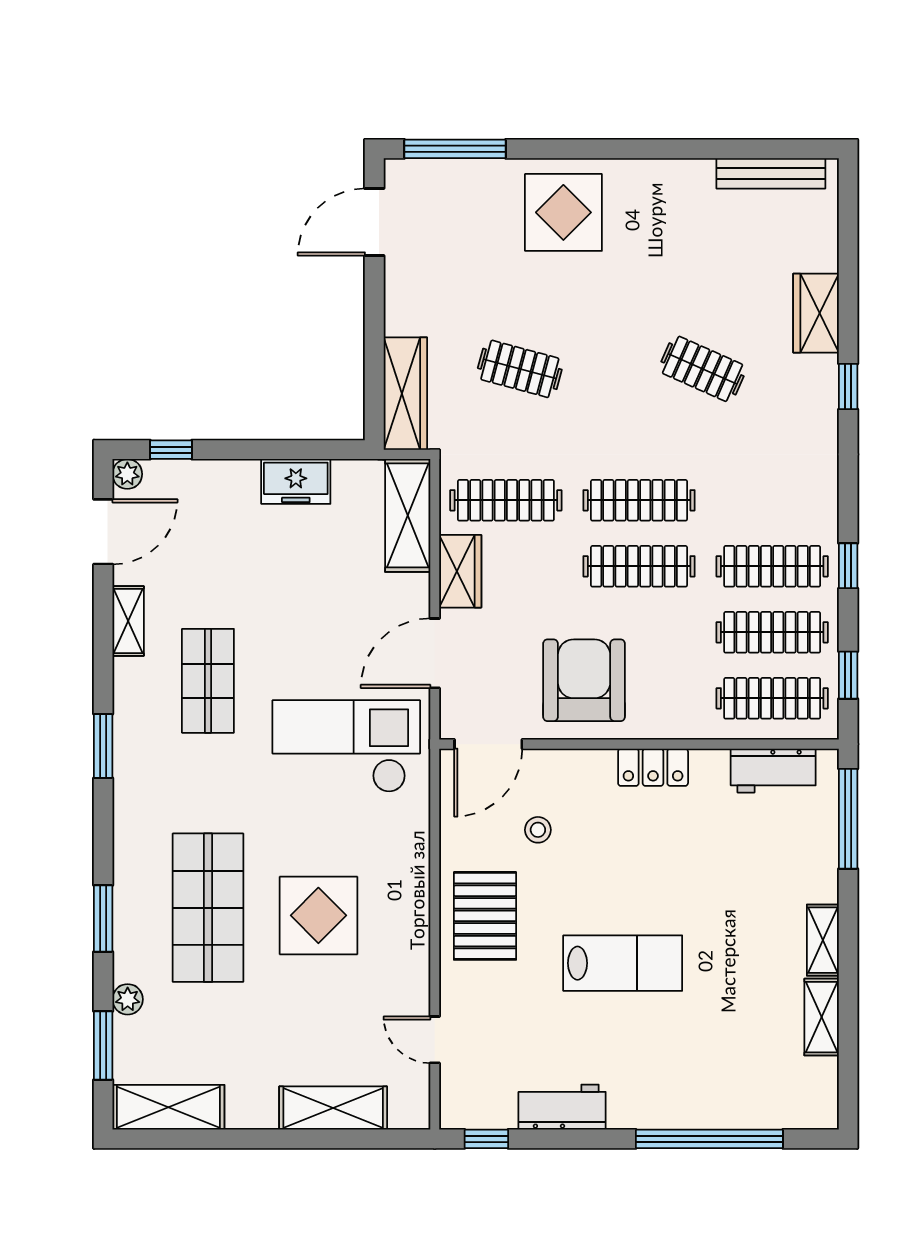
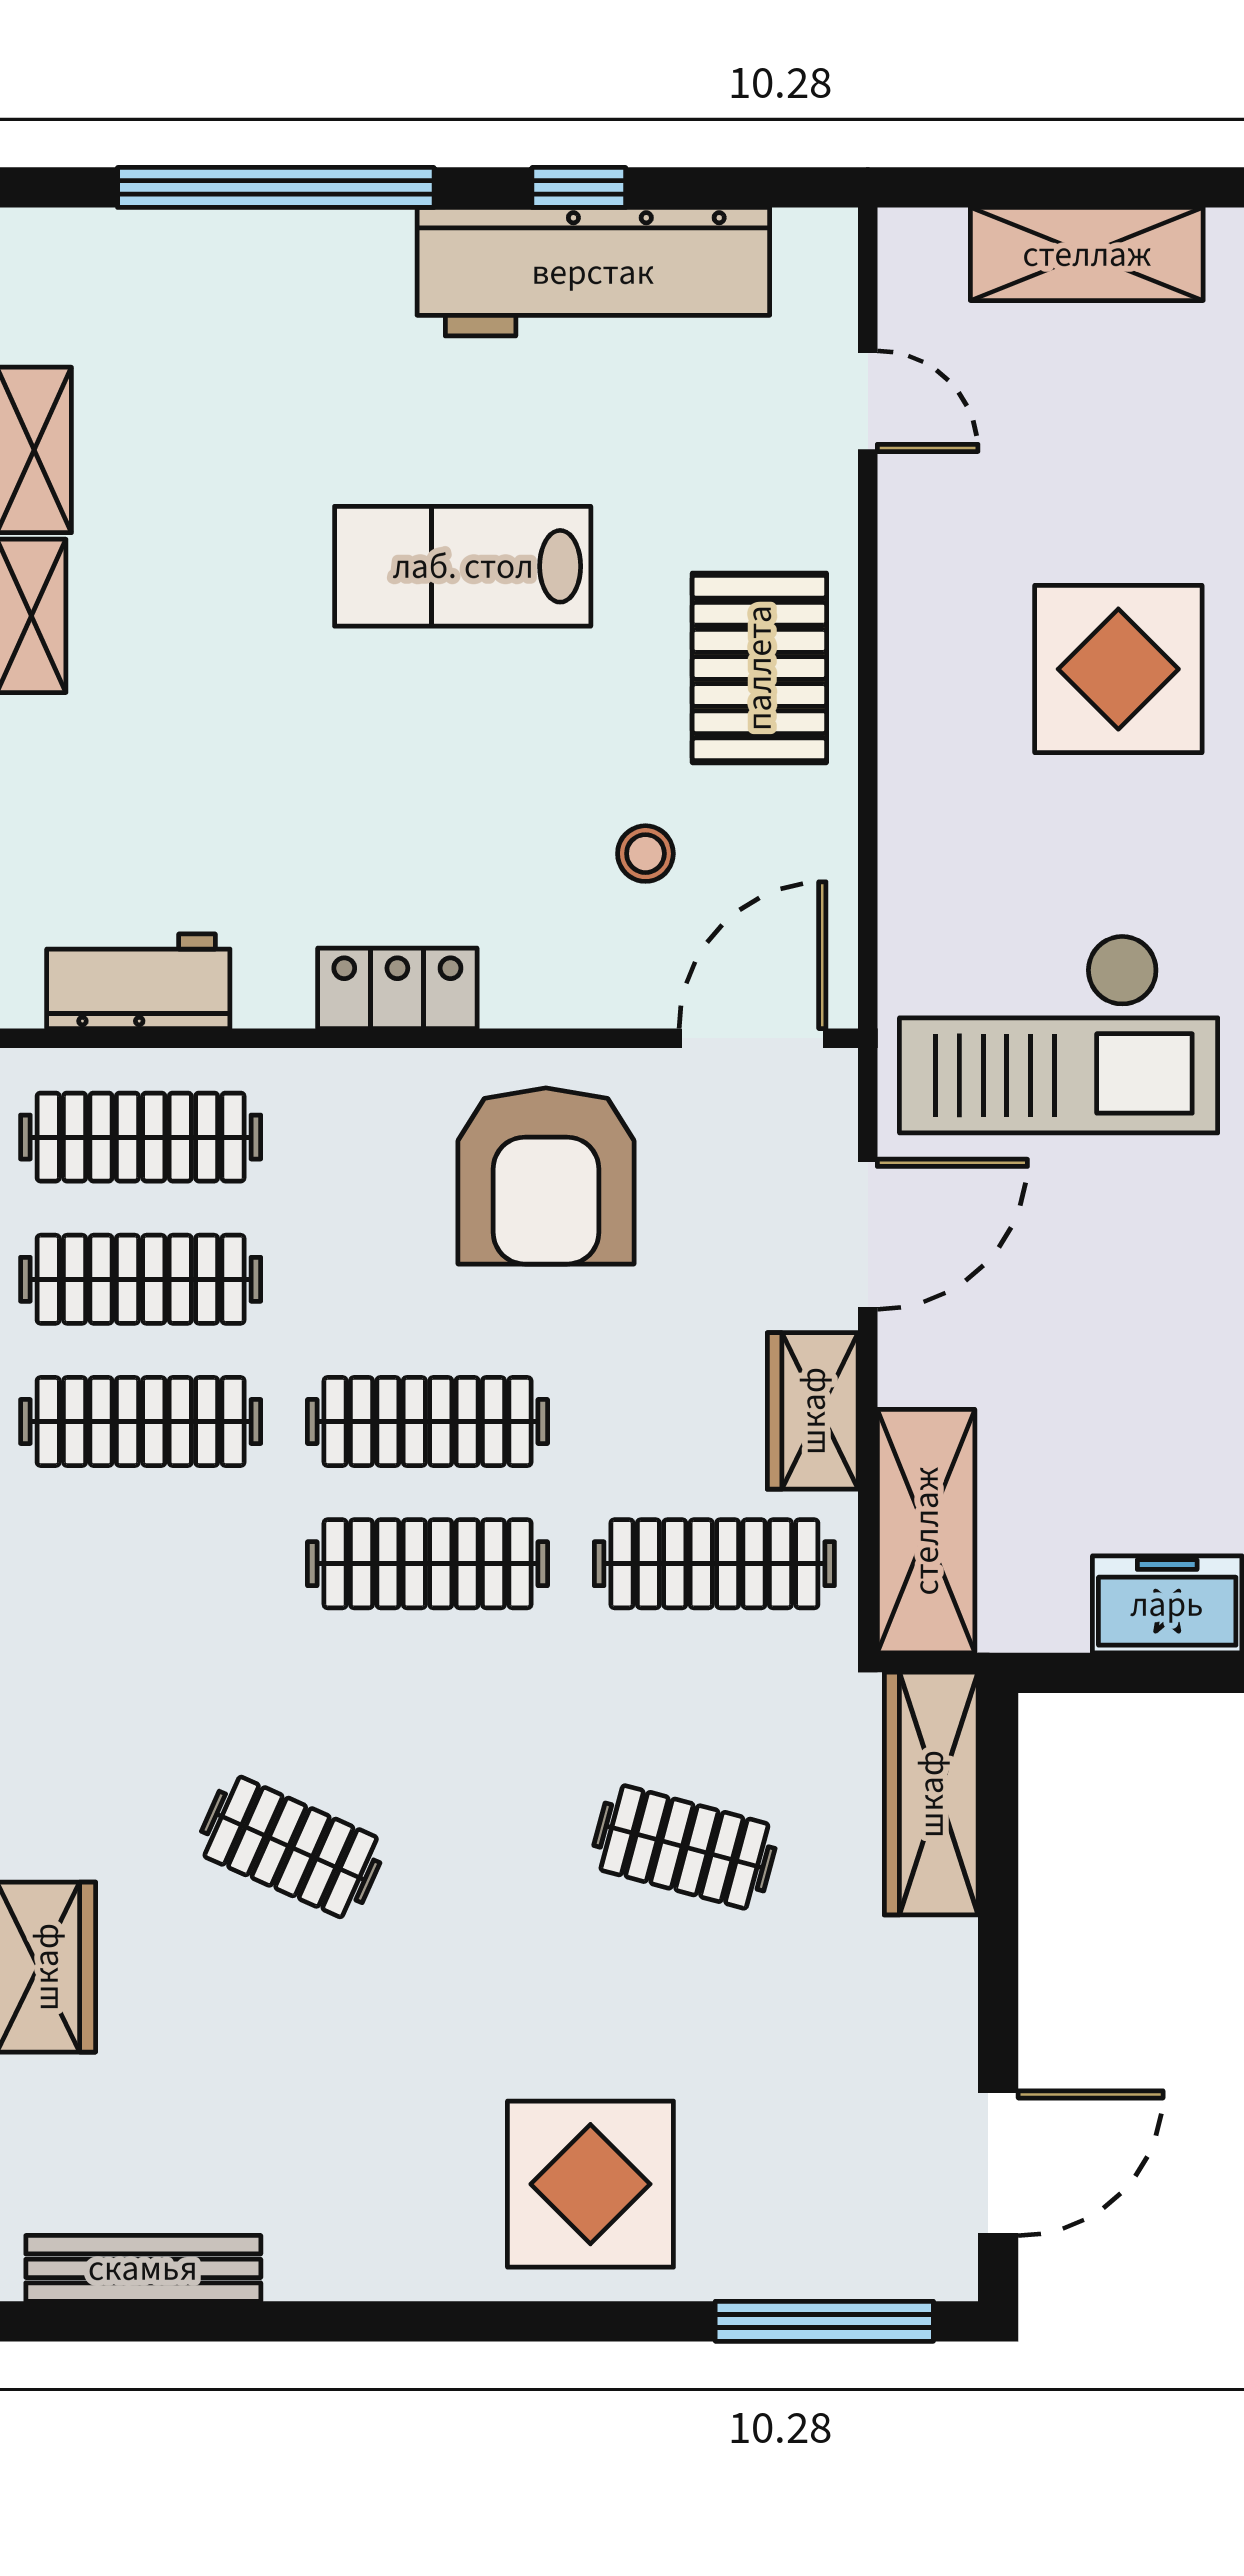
workbench: (562, 1107) -> (593, 272), width x1.88, depth x1.32
window: (486, 1139) -> (579, 187), moved

